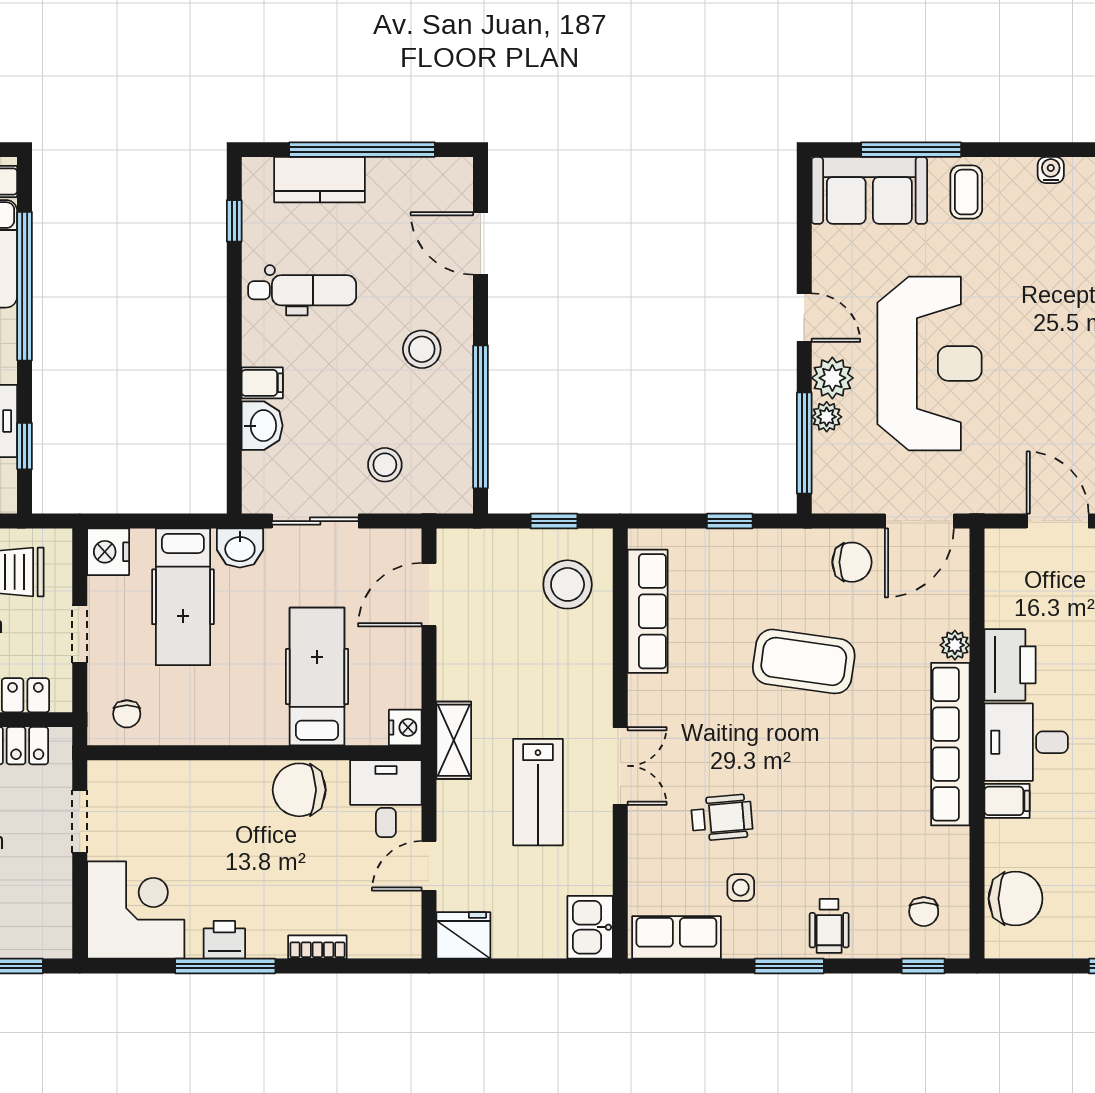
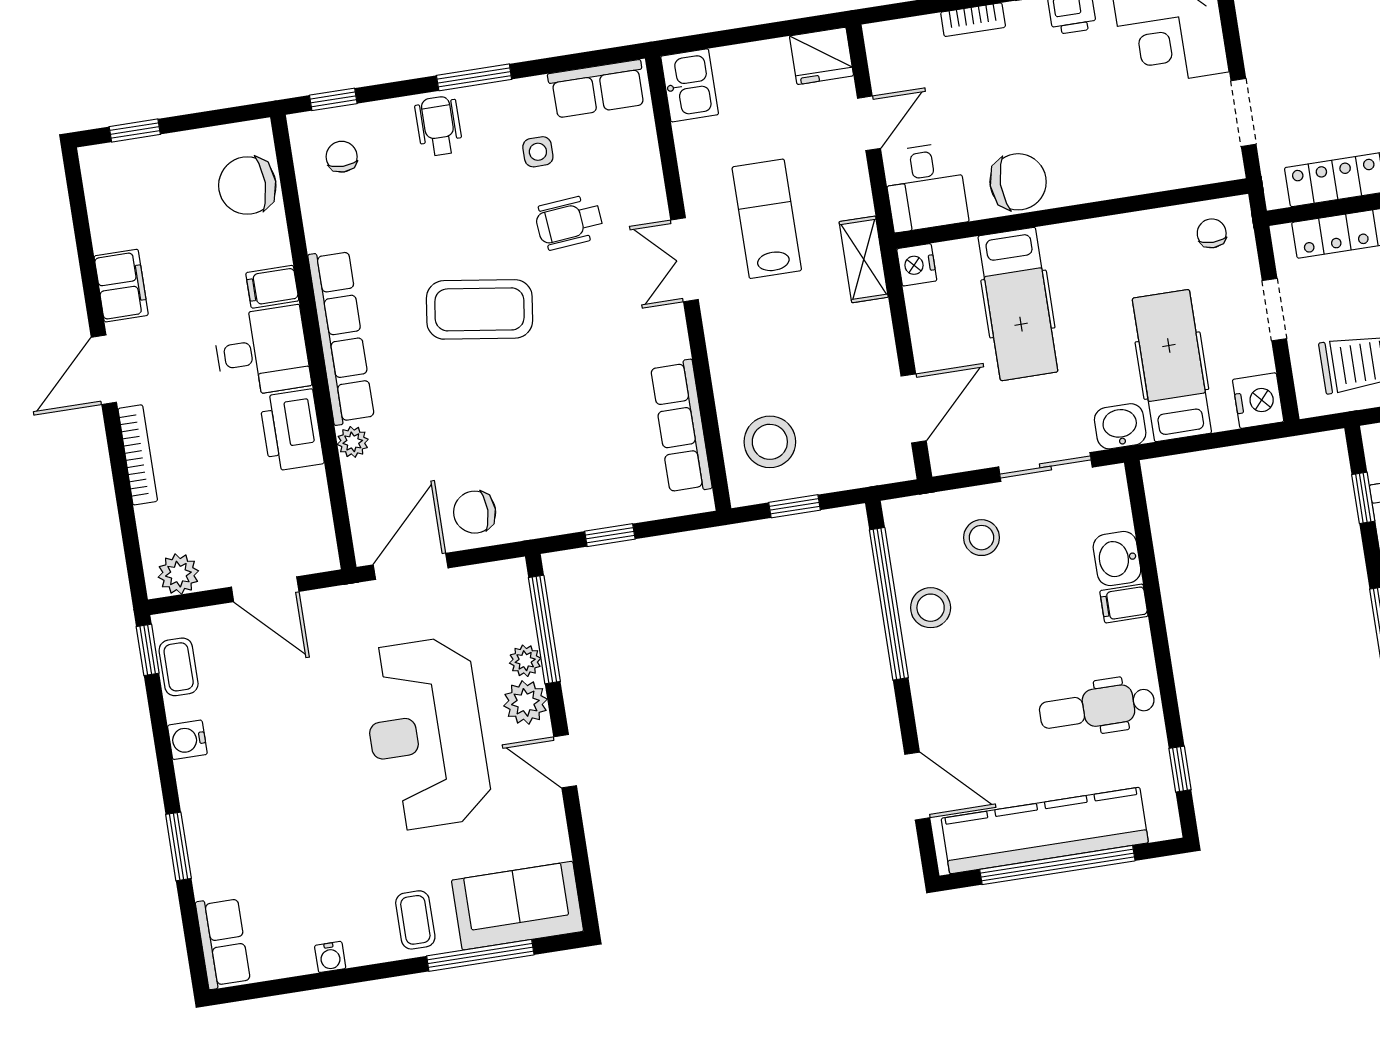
kitchen counter: (320, 180) -> (1045, 831), width x2.08, depth x1.17
stool: (422, 349) -> (931, 608), moved
coffee table: (804, 661) -> (479, 309), moved

